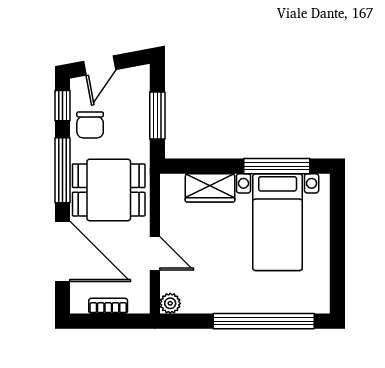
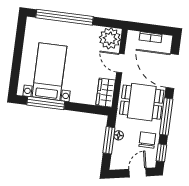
floor lamp: (142, 126) -> (119, 135), added
wardrobe: (210, 188) -> (106, 93), moved, turned -90
plant: (170, 303) -> (110, 38), width x1.88, depth x1.88

